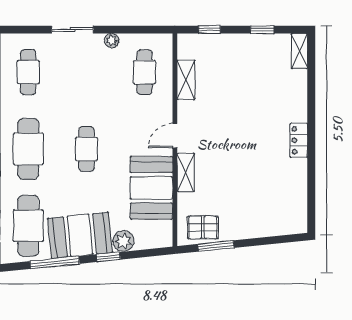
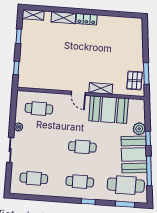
shelving: (186, 80) -> (63, 18), moved
cafe table: (28, 149) -> (80, 182), width x0.73, depth x0.74

